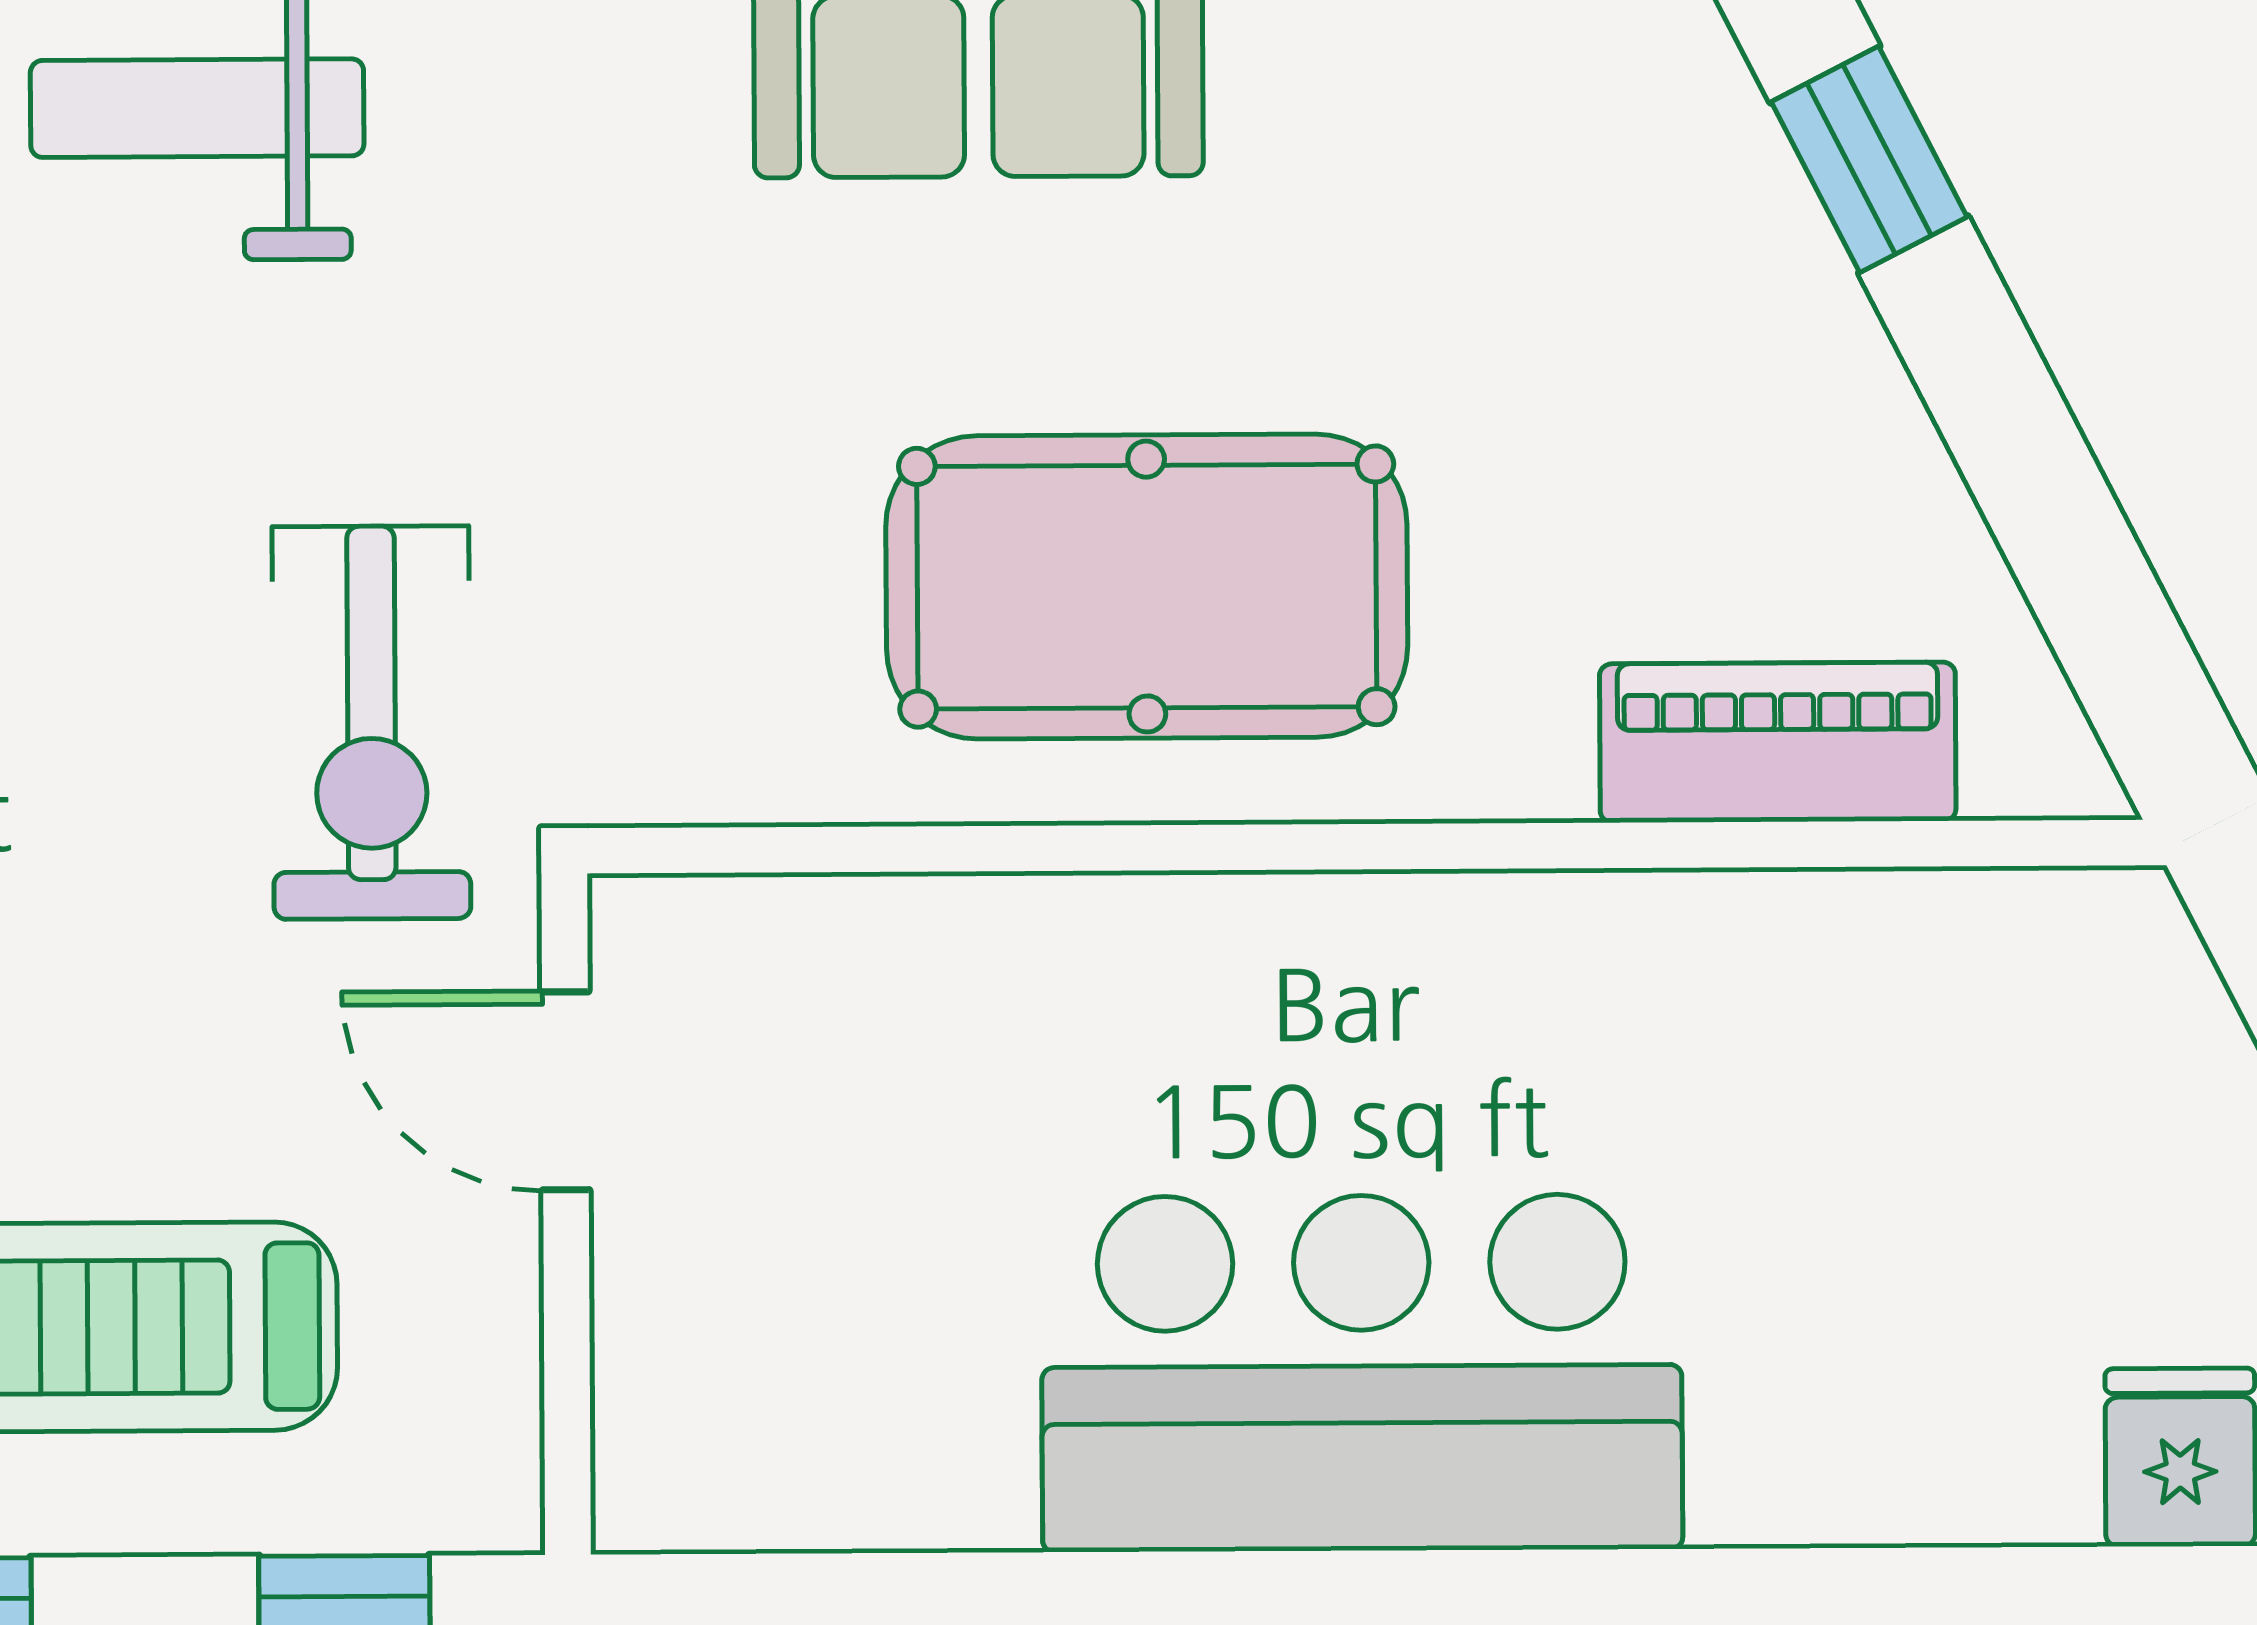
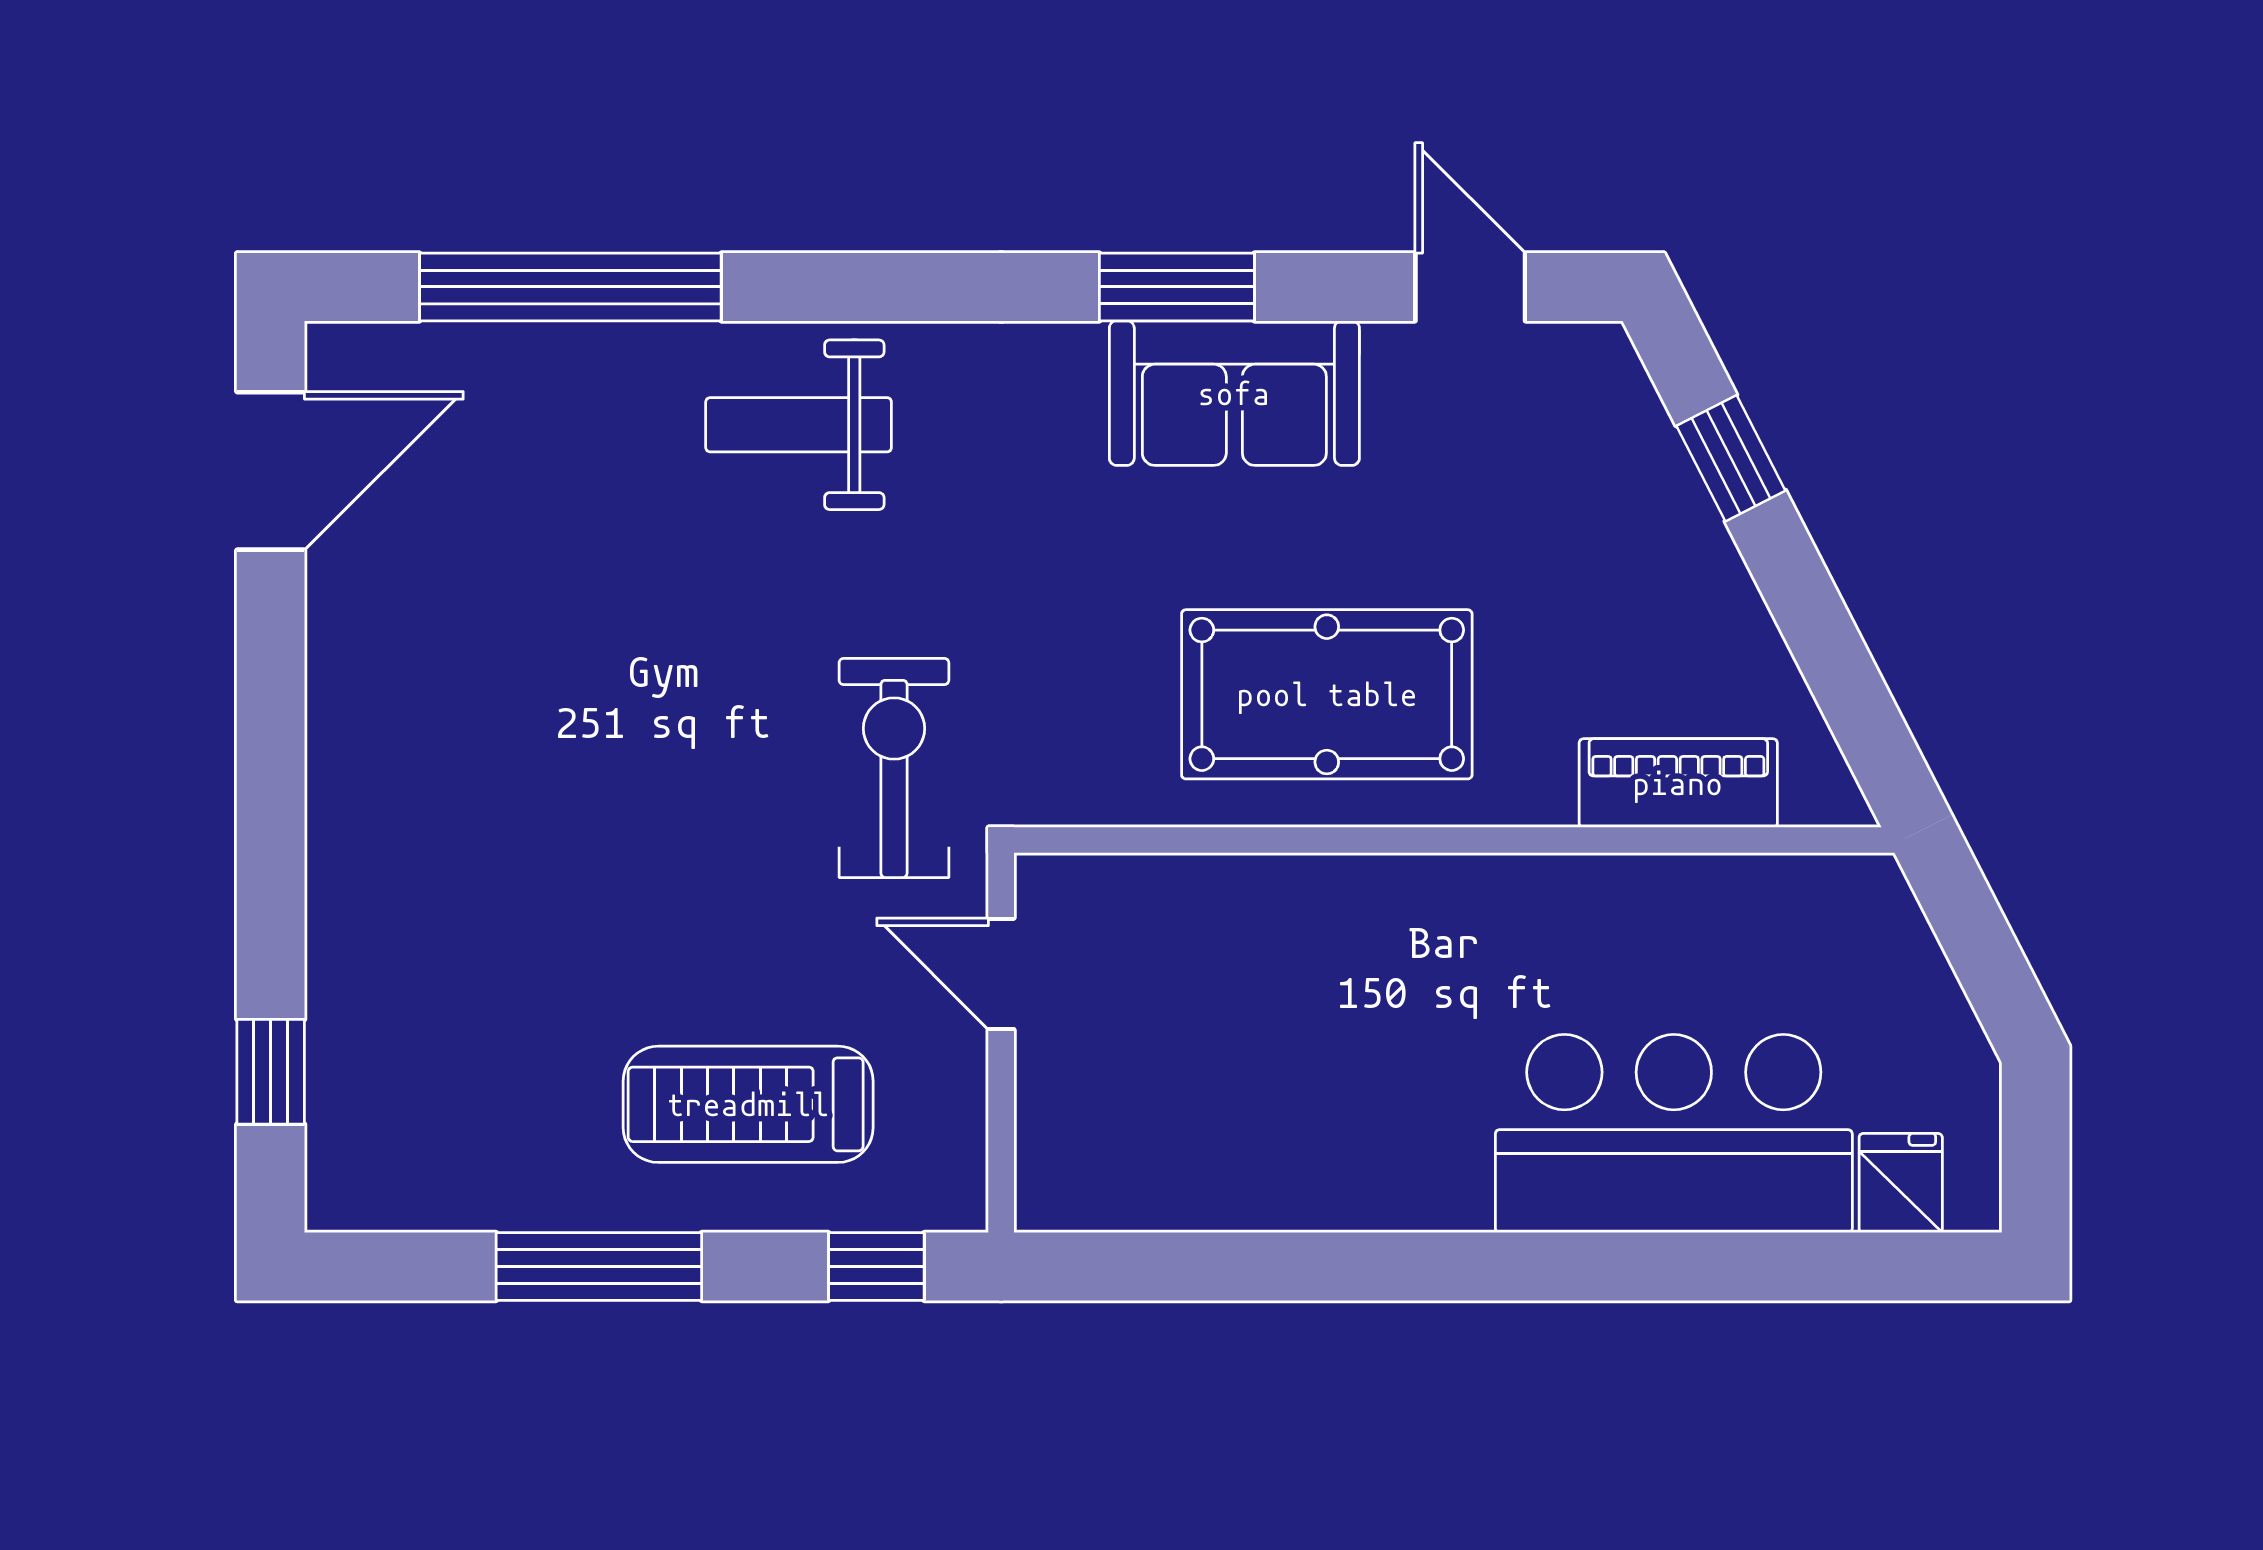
exercise bike: (371, 723) -> (894, 768), turned 180
bar counter: (1362, 1373) -> (1674, 1134), moved

